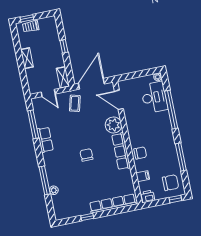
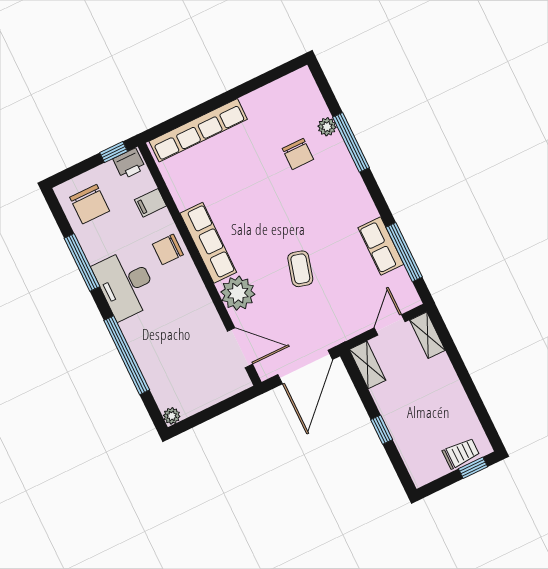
shelving: (27, 58) -> (427, 335), moved
door: (48, 93) -> (390, 325), hinge flipped
desk: (154, 97) -> (126, 284), moved
coffee table: (75, 103) -> (300, 269), moved
row of seats: (45, 140) -> (381, 246), moved
chair: (86, 155) -> (298, 154), moved
chair: (171, 183) -> (90, 204), turned -90
window: (175, 199) -> (114, 152), moved
window: (87, 217) -> (244, 89), removed

